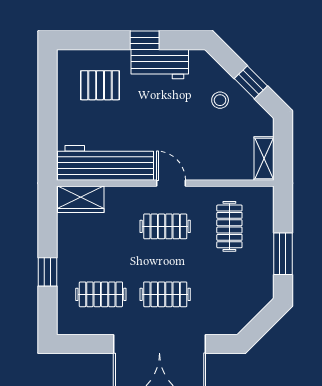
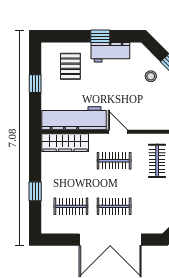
pallet: (100, 85) -> (70, 66), turned 90
window: (47, 111) -> (35, 84), added
wardrobe: (81, 199) -> (65, 143), width x1.50

